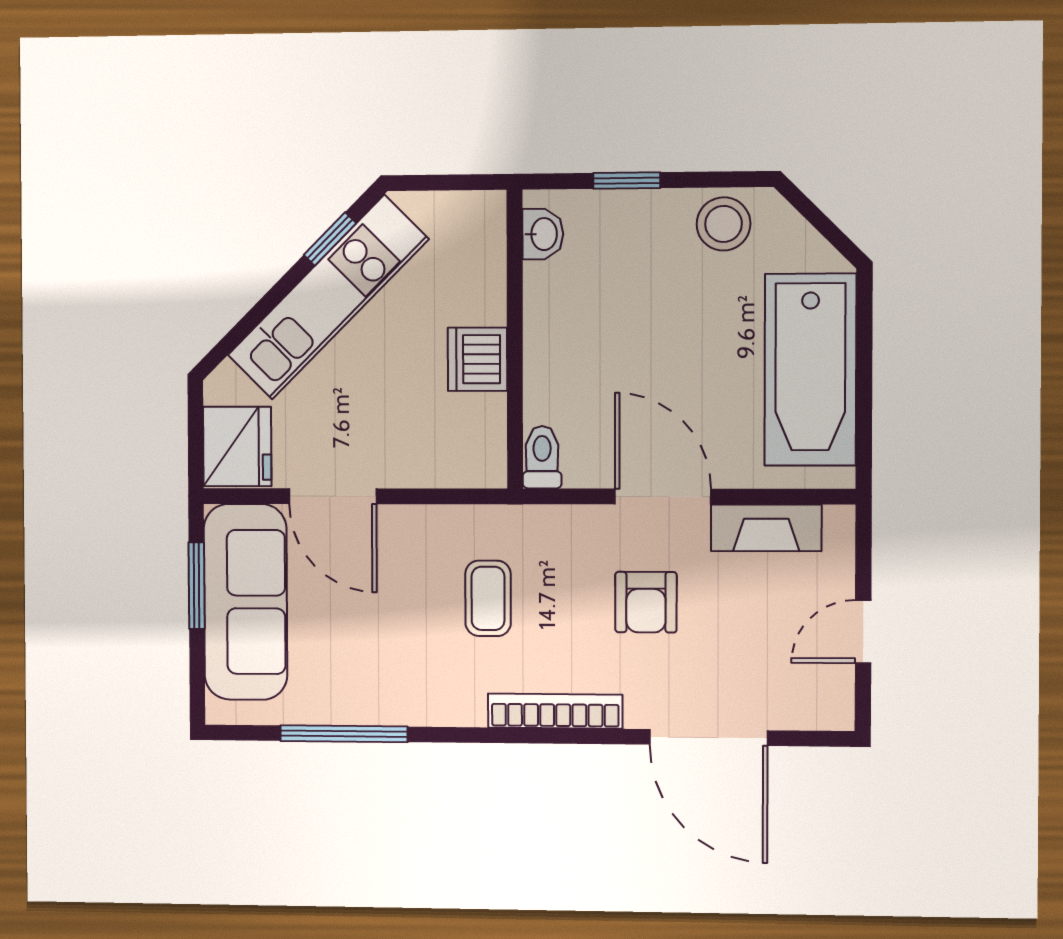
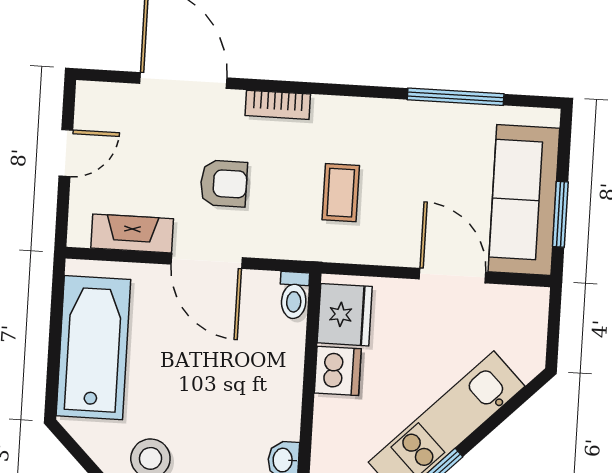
fridge: (237, 446) -> (345, 315), moved, turned 180
armchair: (646, 602) -> (224, 183), turned 90
bookcase: (555, 711) -> (278, 105), width x0.64

